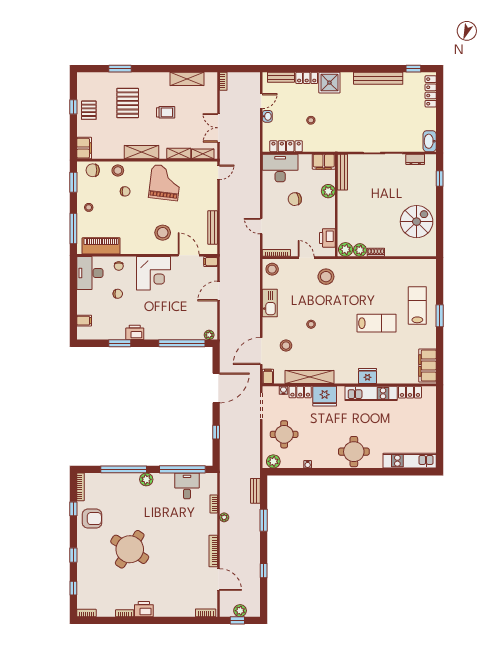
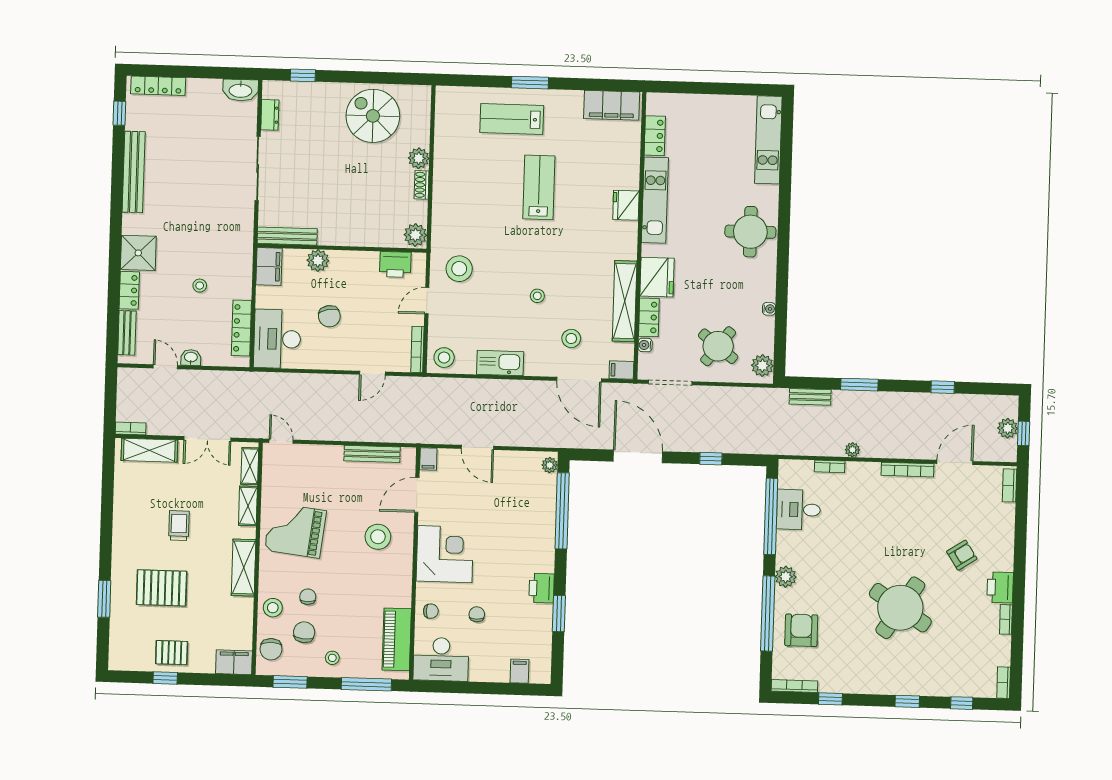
shelving: (187, 79) -> (149, 450), moved, turned 90
chair: (104, 190) -> (304, 632), added
plant: (360, 250) -> (419, 158), moved
round table: (284, 434) -> (718, 346), turned 38
armchair: (92, 519) -> (801, 630), moved
armchair: (163, 585) -> (962, 555), added

